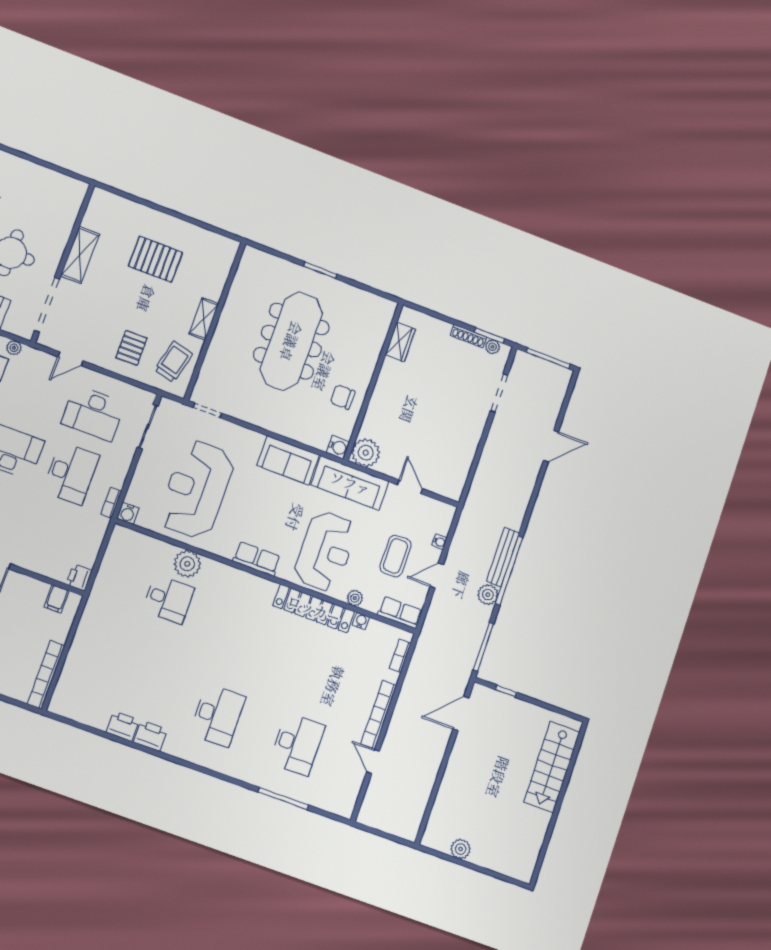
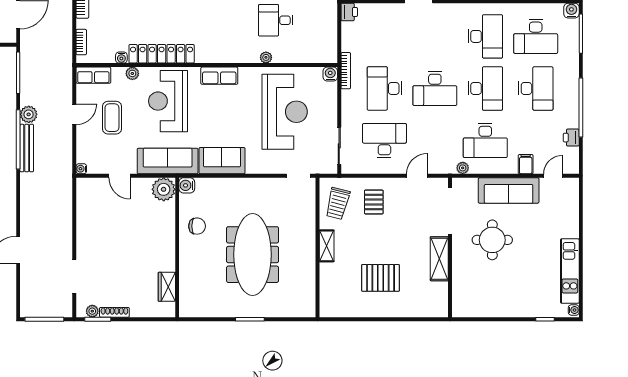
bookcase: (111, 503) -> (346, 71), width x1.56
water cooler: (439, 542) -> (81, 169), moved
plant: (187, 564) -> (266, 57), width x0.53, depth x0.53

